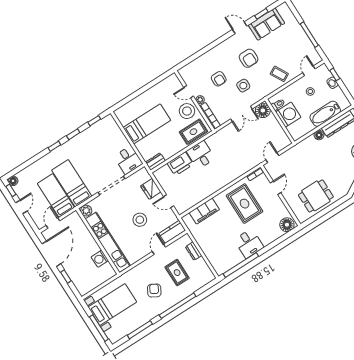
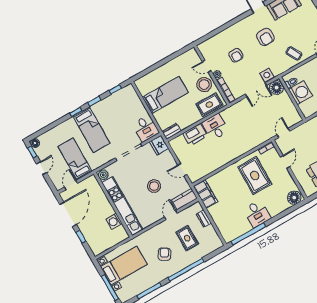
side table: (243, 86) -> (267, 75), moved
bed: (72, 183) -> (91, 130), moved, turned 180
fridge: (151, 189) -> (159, 145), moved
filing cabinet: (204, 211) -> (205, 194), moved, turned -90

